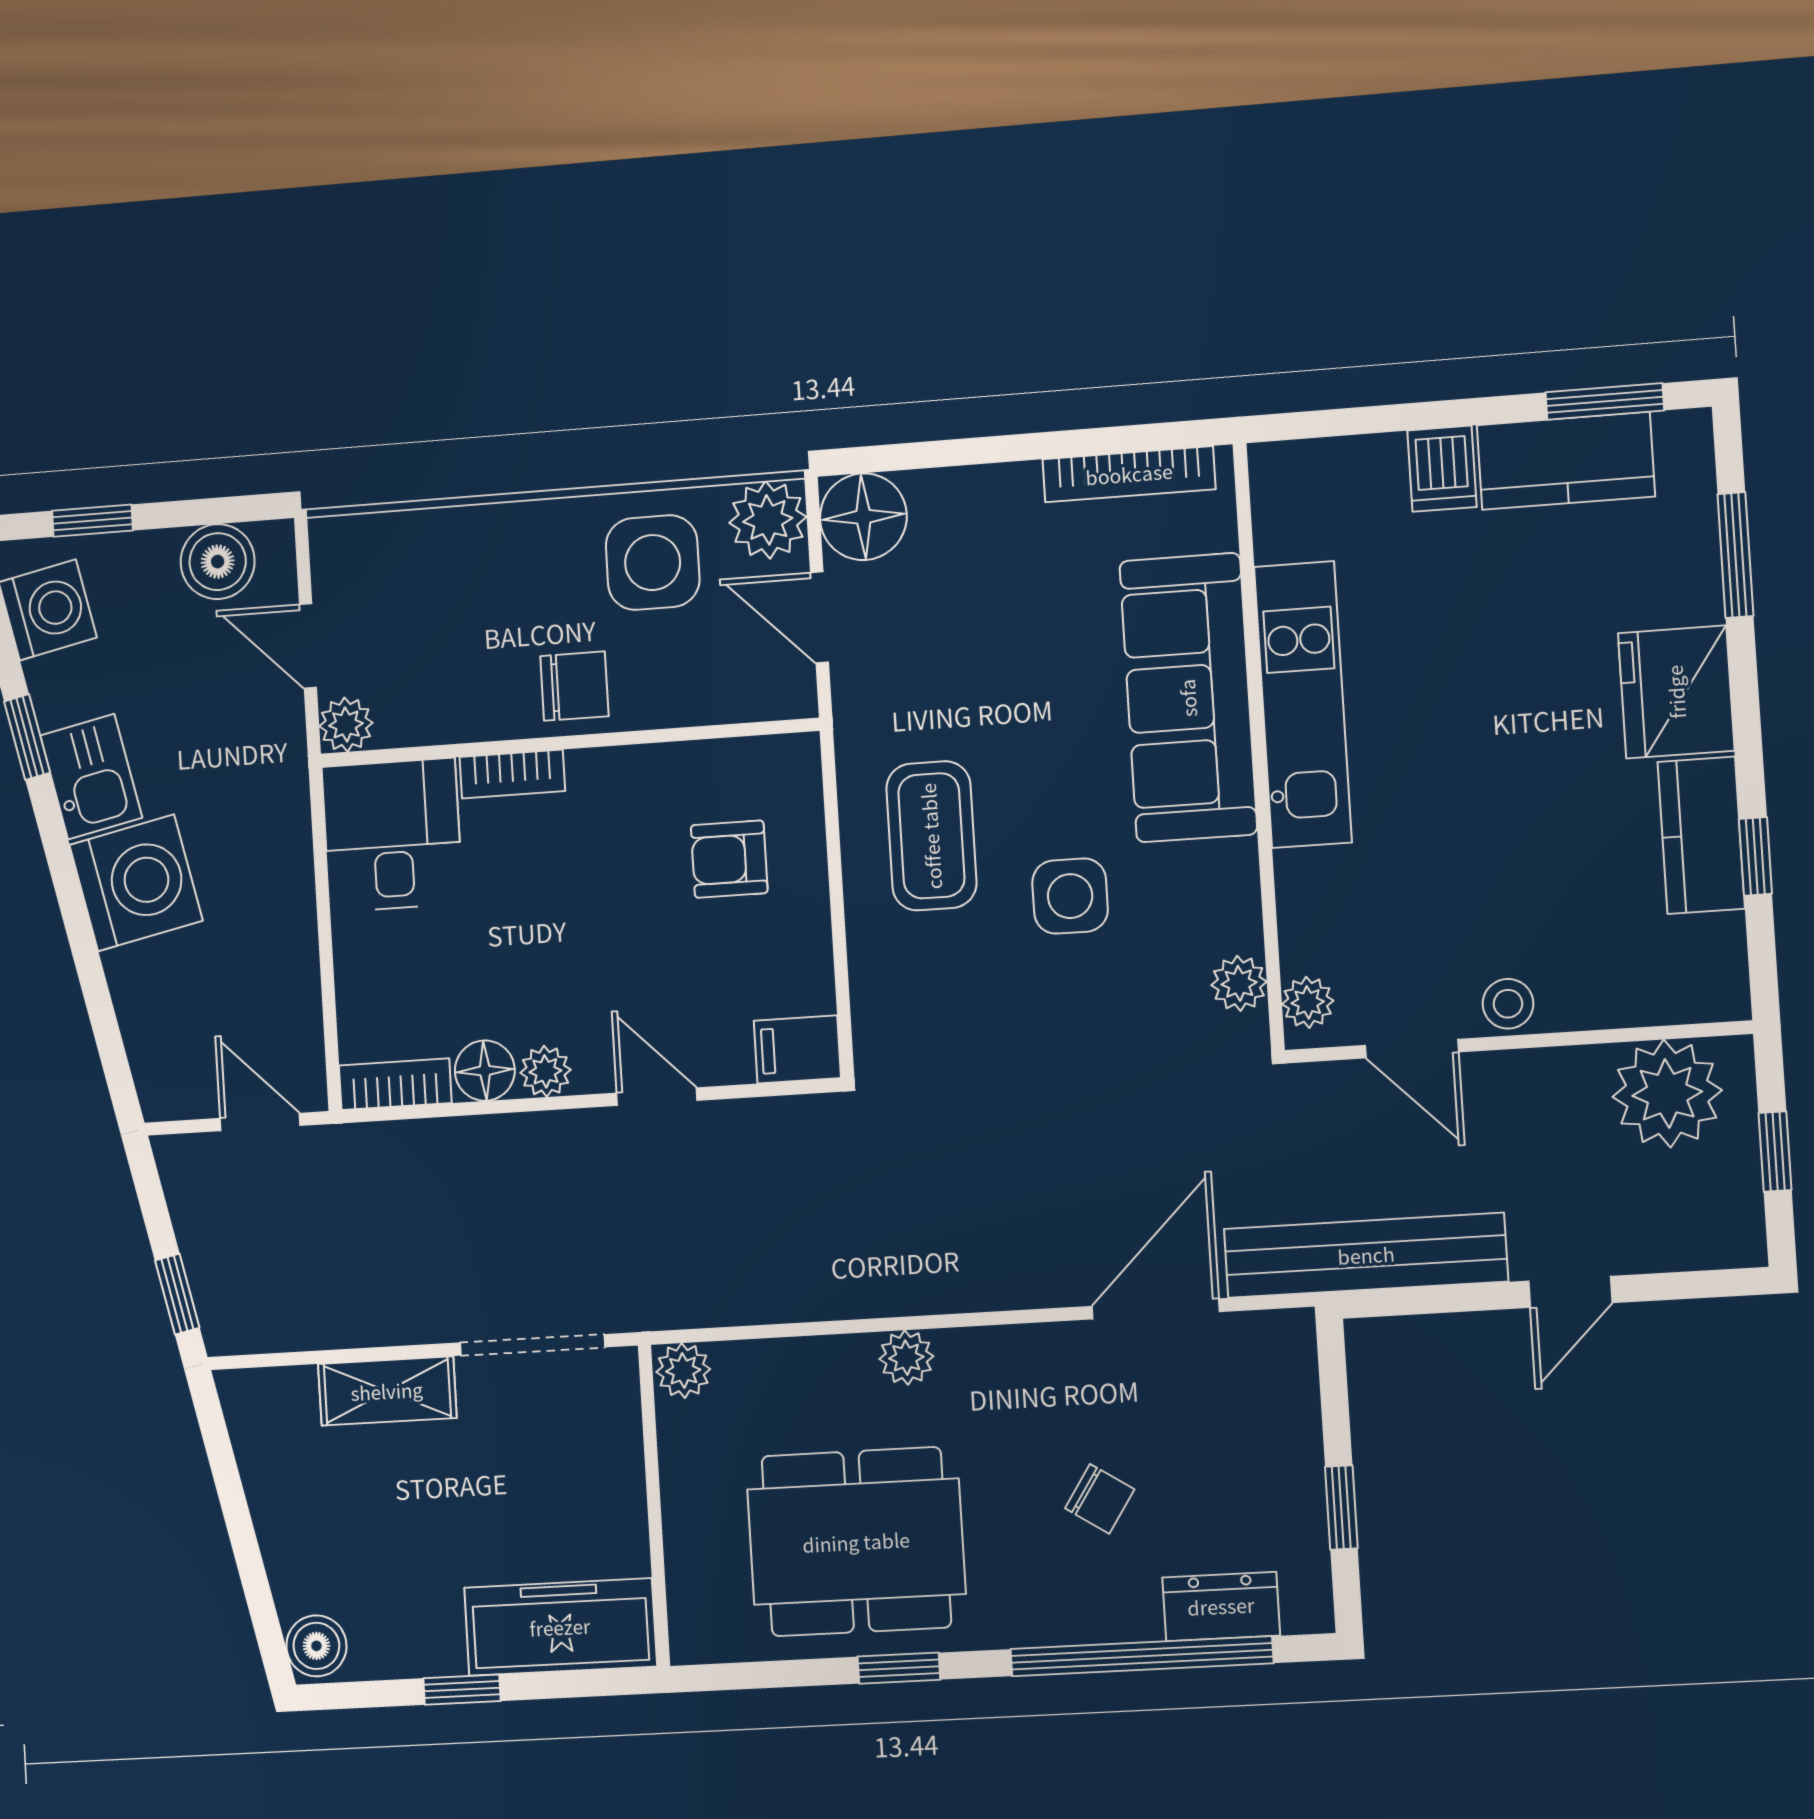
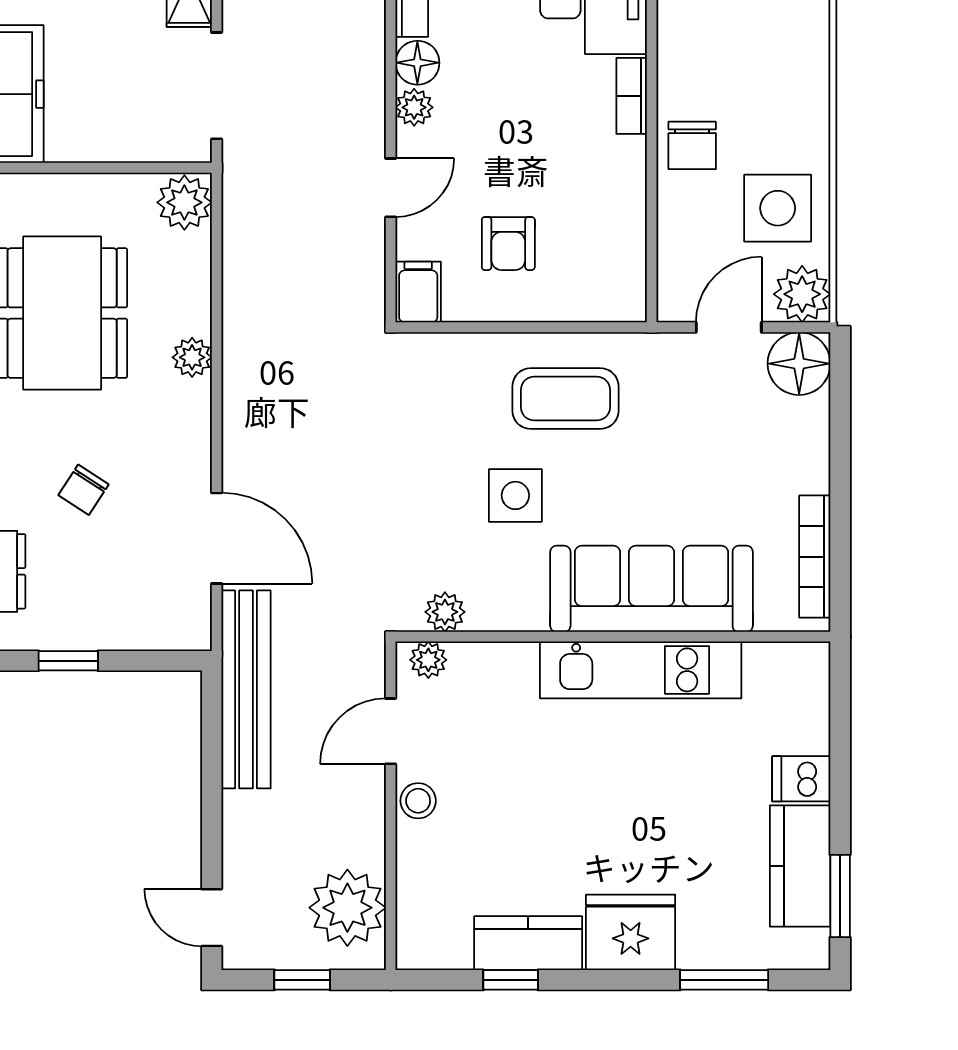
armchair: (729, 859) -> (508, 244), moved, turned 180
door: (1570, 1292) -> (212, 918), moved
plant: (683, 1371) -> (184, 202), width x1.38, depth x1.38

